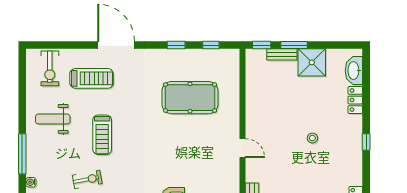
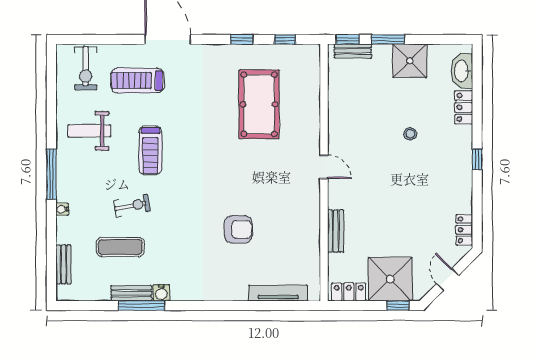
bench: (282, 54) -> (353, 51), moved
treadmill: (92, 78) -> (137, 81), turned 180
pool table: (190, 98) -> (259, 104), turned 90
stool: (312, 138) -> (410, 134), moved

